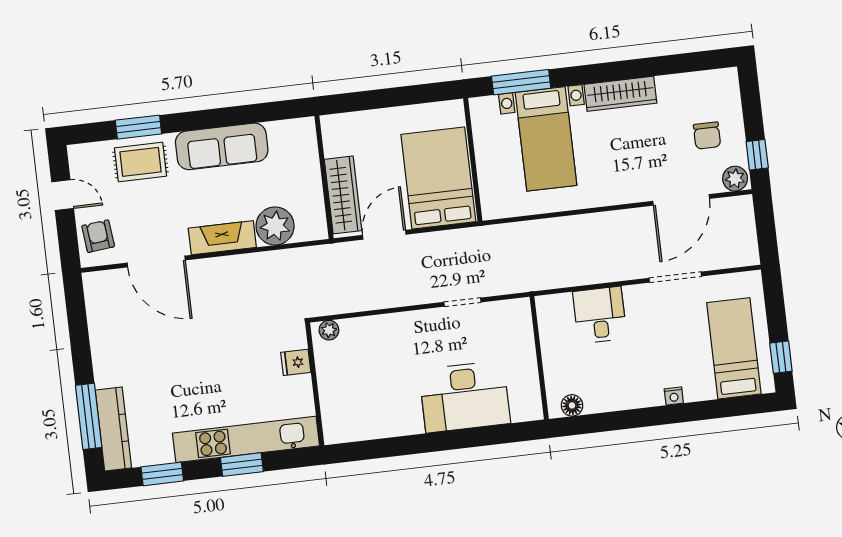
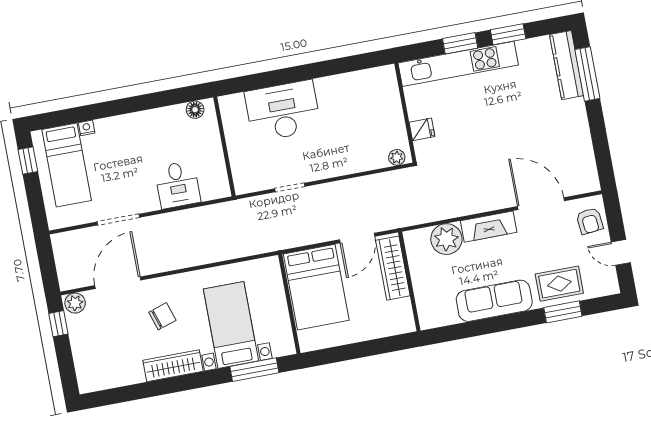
chair: (707, 135) -> (162, 316), moved, turned 72
nightstand: (674, 396) -> (87, 128), moved
window: (162, 474) -> (508, 34), moved

